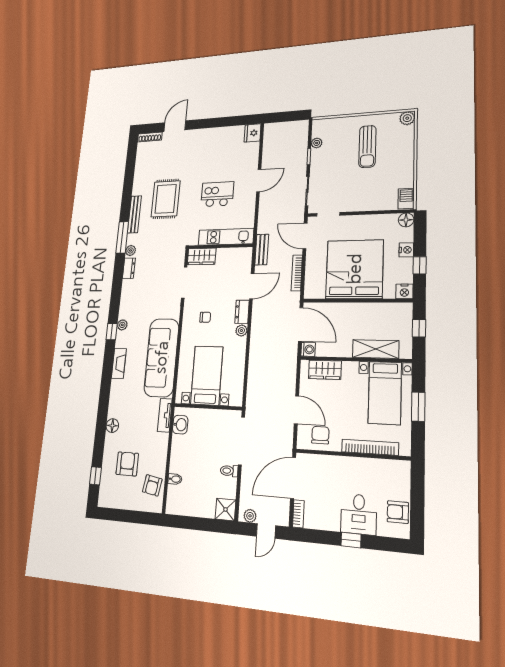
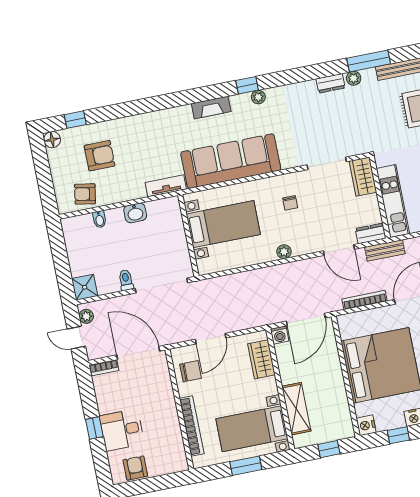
dresser: (242, 312) -> (371, 233), moved
washbasin: (180, 425) -> (135, 213), moved
floor lamp: (112, 426) -> (52, 140), moved

